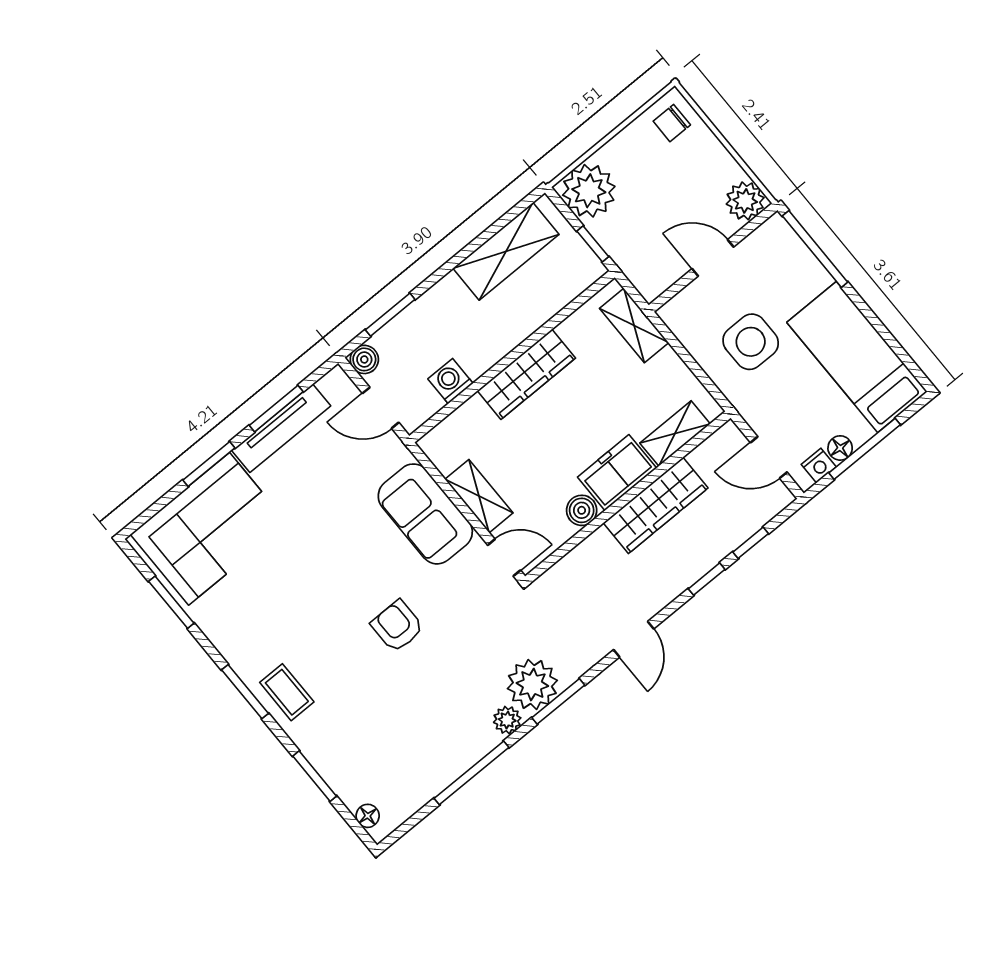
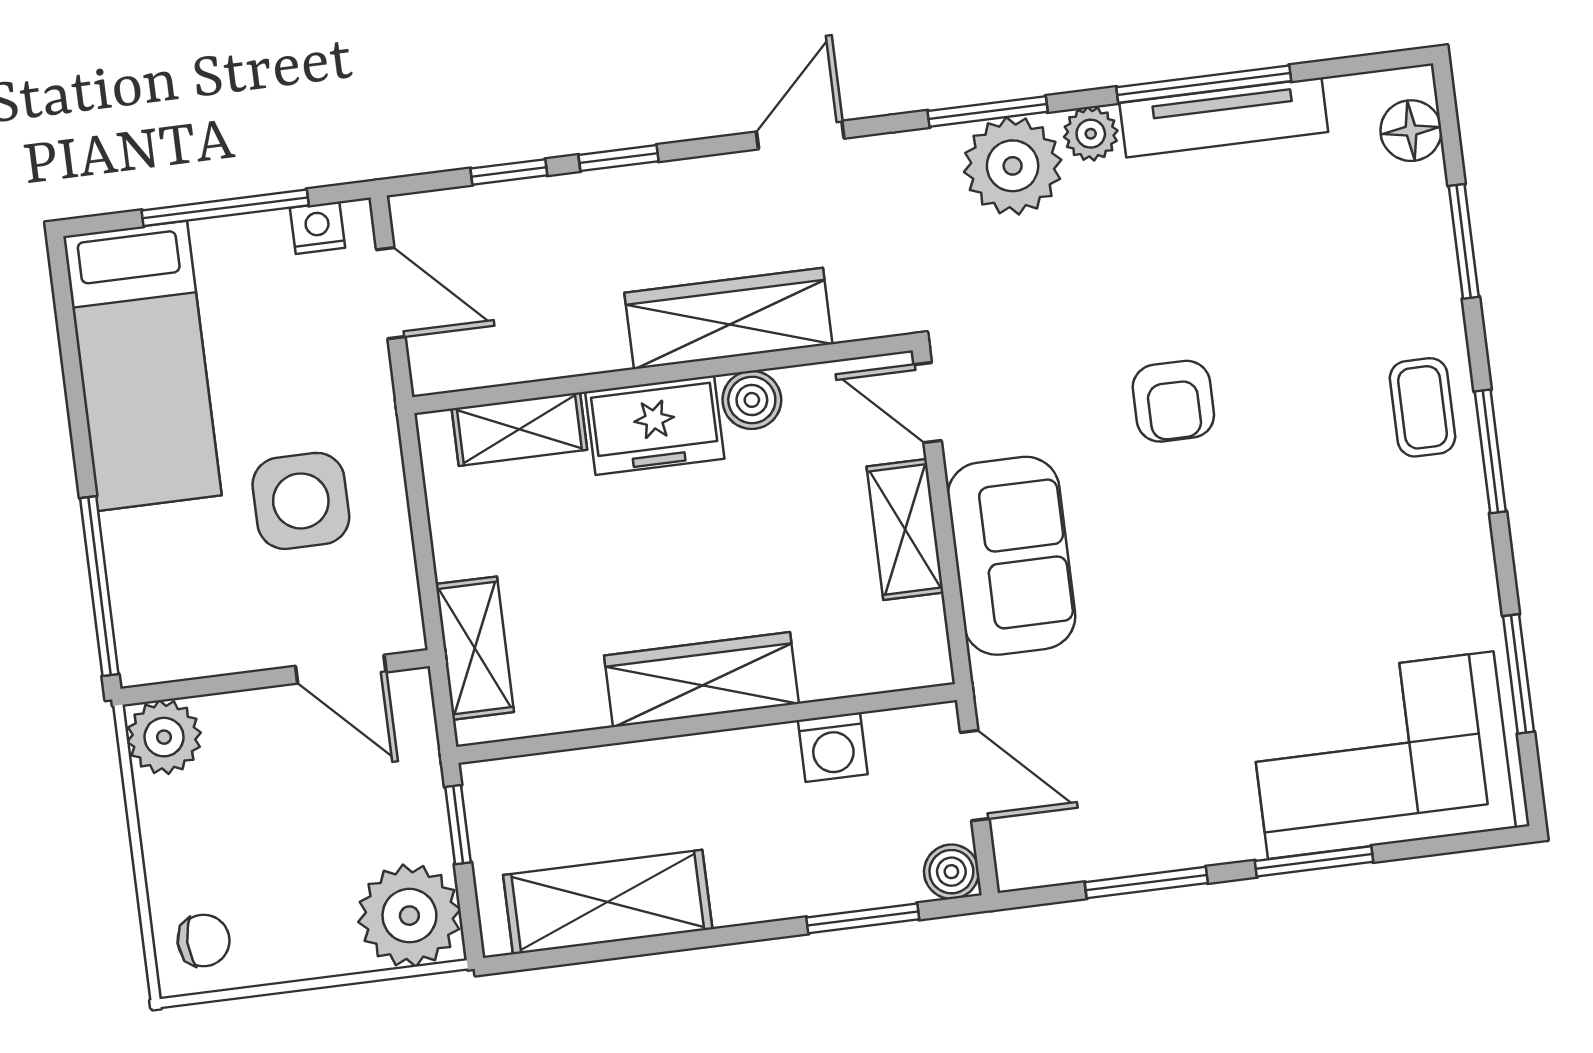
door: (713, 258) -> (341, 669), moved
tv unit: (281, 428) -> (1224, 117), moved, turned 180
floor lamp: (840, 448) -> (264, 235), removed
wardrobe: (656, 505) -> (728, 318), moved
floor lamp: (368, 816) -> (1411, 131), width x1.37, depth x1.37

